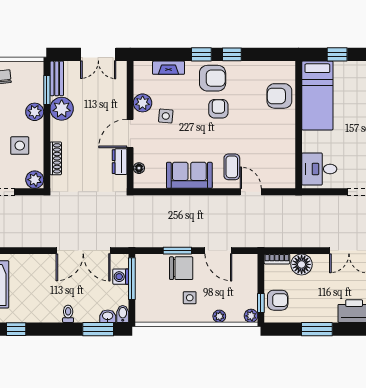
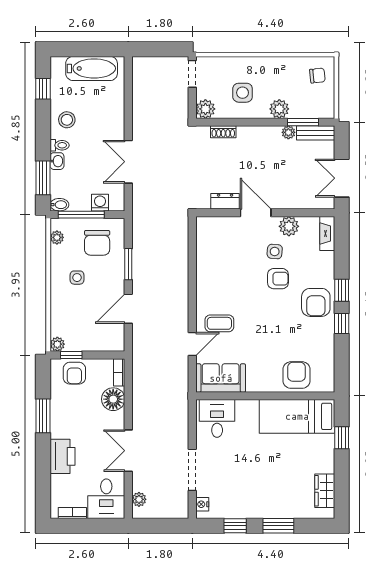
fireplace: (168, 68) -> (327, 234), moved
plant: (62, 109) -> (288, 132), width x0.53, depth x0.53
armchair: (218, 109) -> (278, 279), moved
shoe rack: (56, 158) -> (223, 132), width x0.70
floor lamp: (139, 168) -> (218, 222), removed
sofa: (189, 175) -> (221, 378), moved, turned -90
double door: (83, 251) -> (128, 162), width x0.73
chair: (181, 268) -> (97, 243), moved
window: (132, 279) -> (81, 215), moved
stool: (45, 307) -> (67, 120), added
washbasin: (108, 316) -> (57, 161), moved
plant: (219, 316) -> (57, 237), moved

